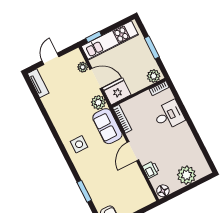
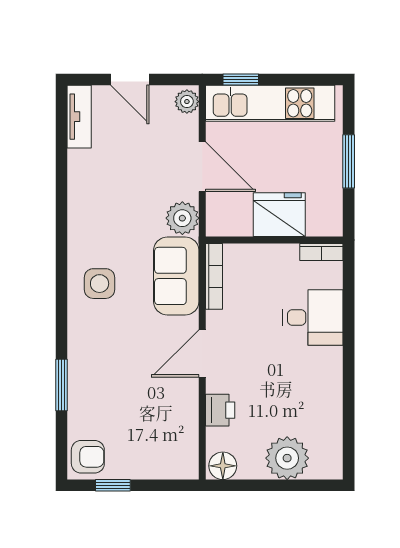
door: (51, 59) -> (130, 79), swing flipped
plant: (83, 67) -> (187, 102), moved
plant: (154, 76) -> (323, 221), removed
fridge: (117, 91) -> (279, 215), moved

